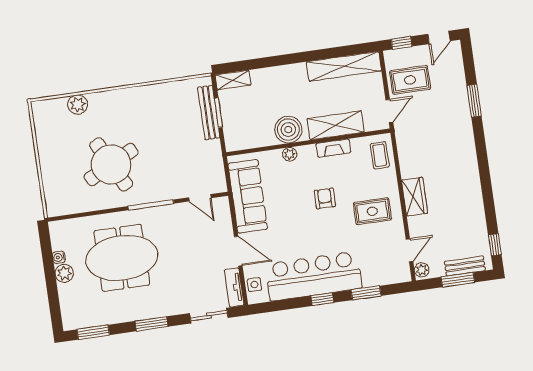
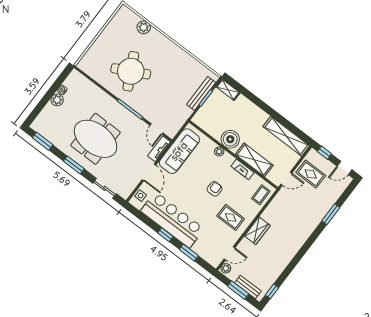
meeting table: (122, 258) -> (95, 139), moved
tv unit: (234, 287) -> (159, 149), moved

